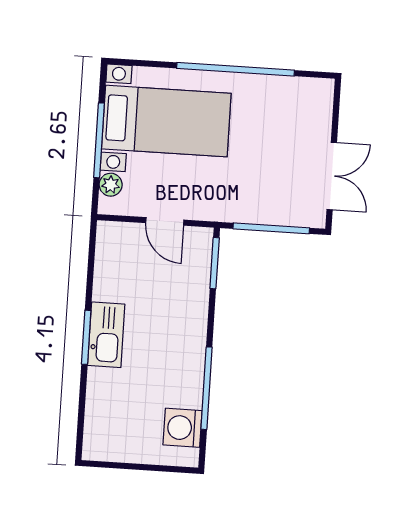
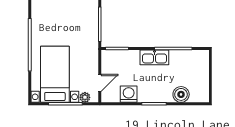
door: (165, 221) -> (100, 83), moved
kitchen sink: (106, 335) -> (154, 57), moved, turned 180
boiler: (103, 399) -> (181, 94), added
washing machine: (182, 428) -> (129, 94), moved, turned 180

